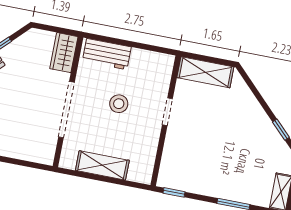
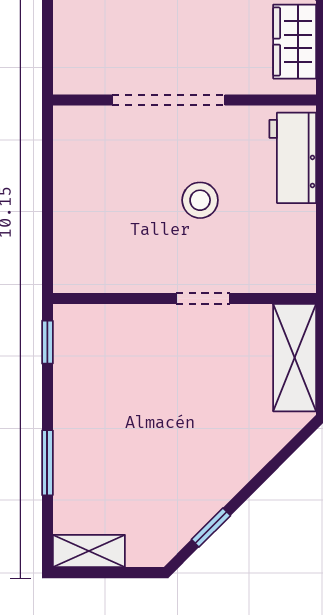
wardrobe: (64, 53) -> (295, 42), moved, turned -90
shelving: (102, 165) -> (73, 191), removed

